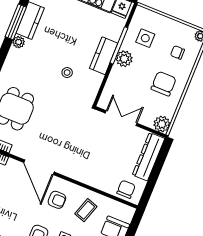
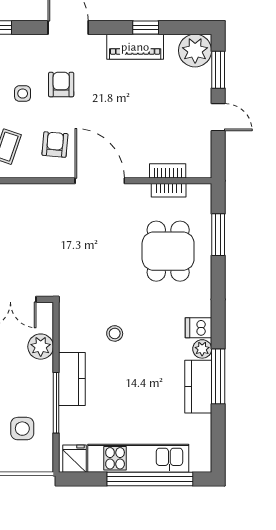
dishwasher: (16, 56) -> (198, 328), added
plant: (124, 59) -> (41, 347), moved
armchair: (57, 200) -> (55, 144), turned 95

